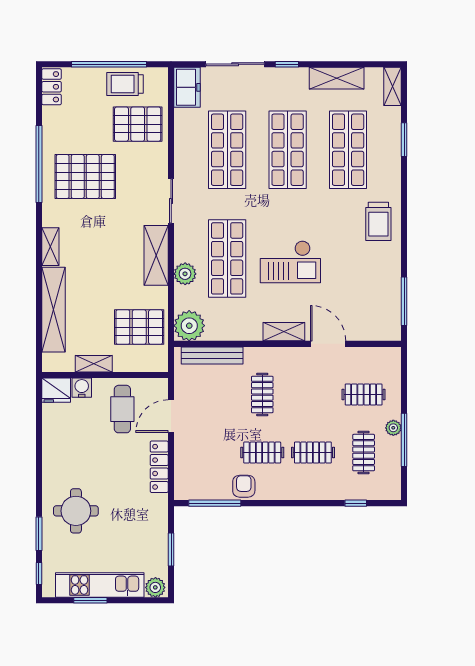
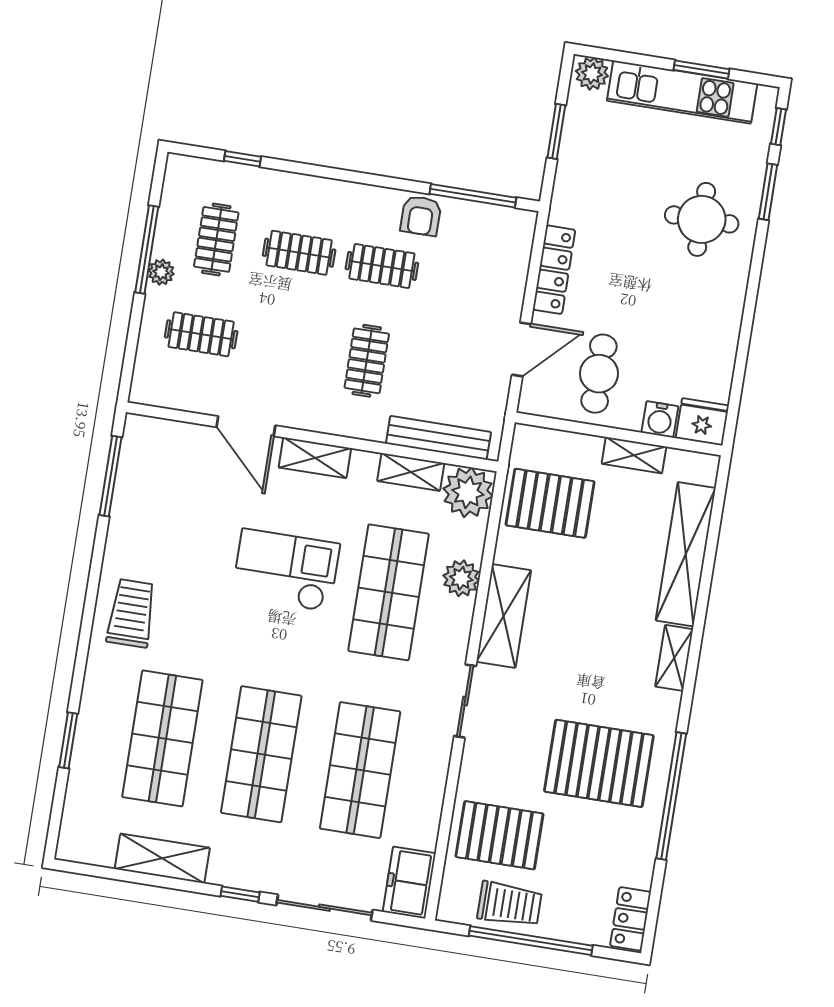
shelving: (393, 86) -> (411, 472), moved, turned 90

